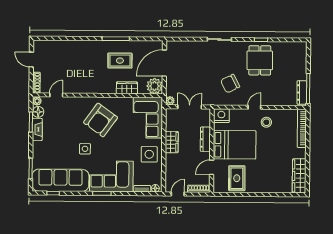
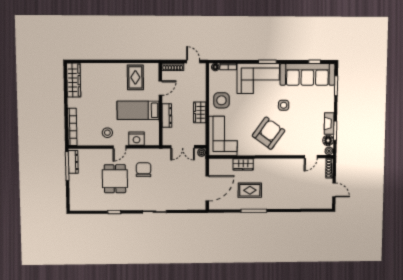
dining table: (260, 60) -> (115, 179), moved
chair: (230, 84) -> (144, 170), turned -62
plant: (155, 86) -> (217, 166), removed
nightstand: (221, 116) -> (136, 139), moved
bed: (235, 145) -> (138, 110), width x0.67
door: (178, 194) -> (193, 62), swing flipped

